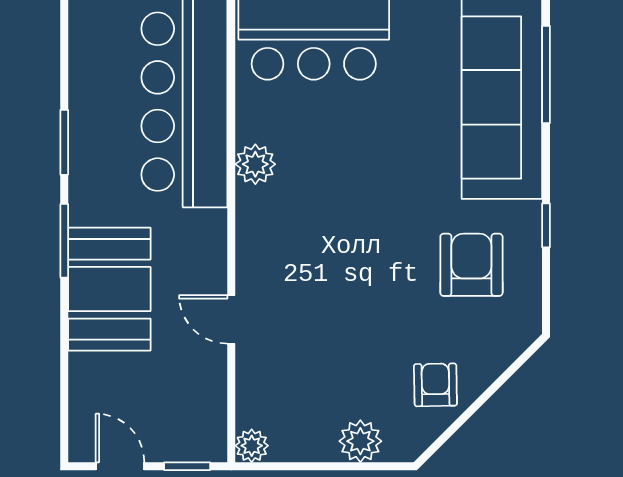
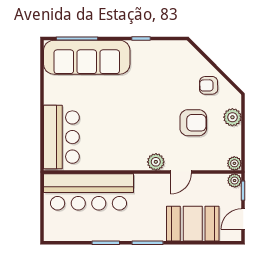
plant: (255, 164) -> (156, 162), moved
armchair: (471, 265) -> (193, 123), moved, turned 180
booth: (109, 289) -> (193, 224), moved
plant: (211, 446) -> (235, 181), added

